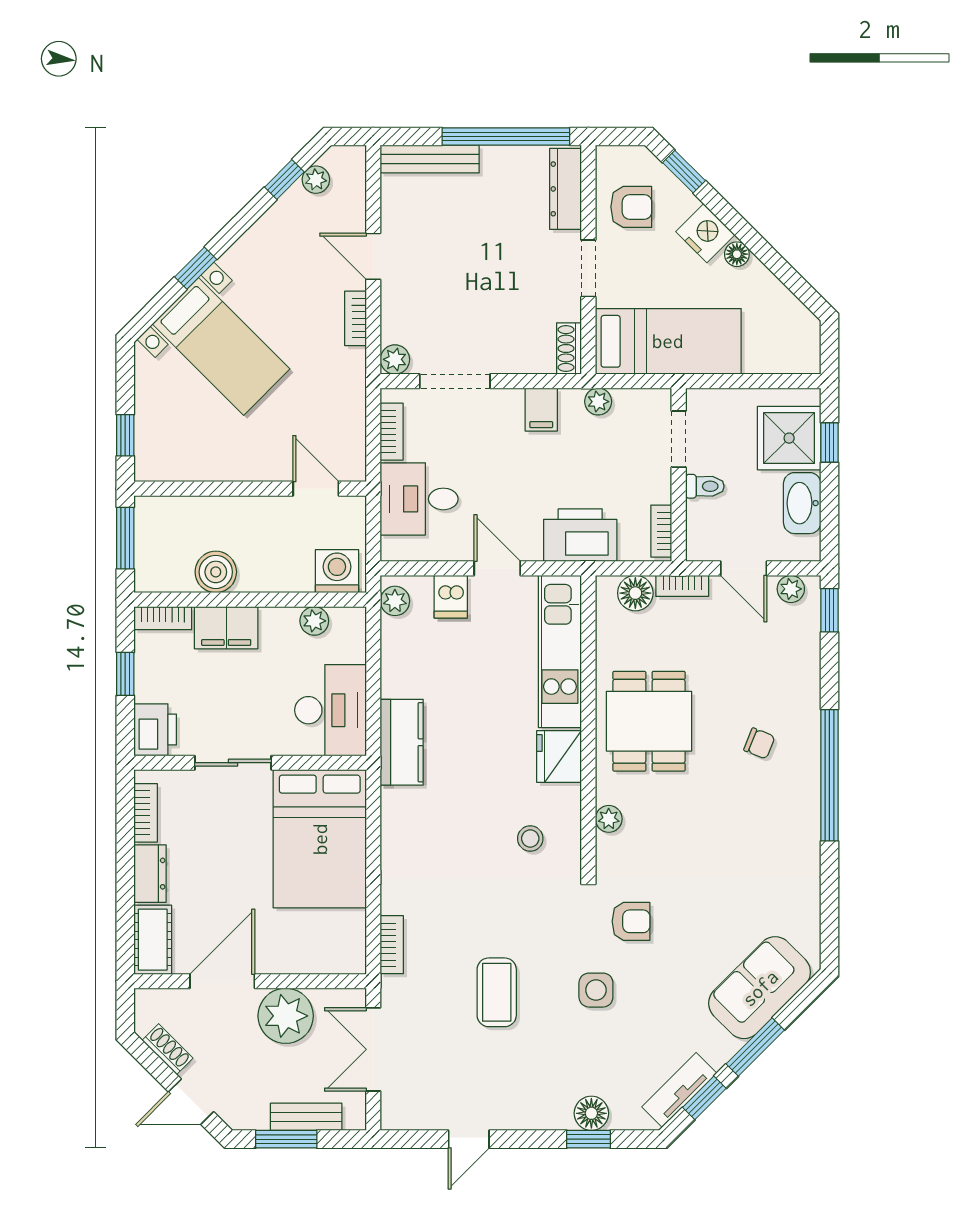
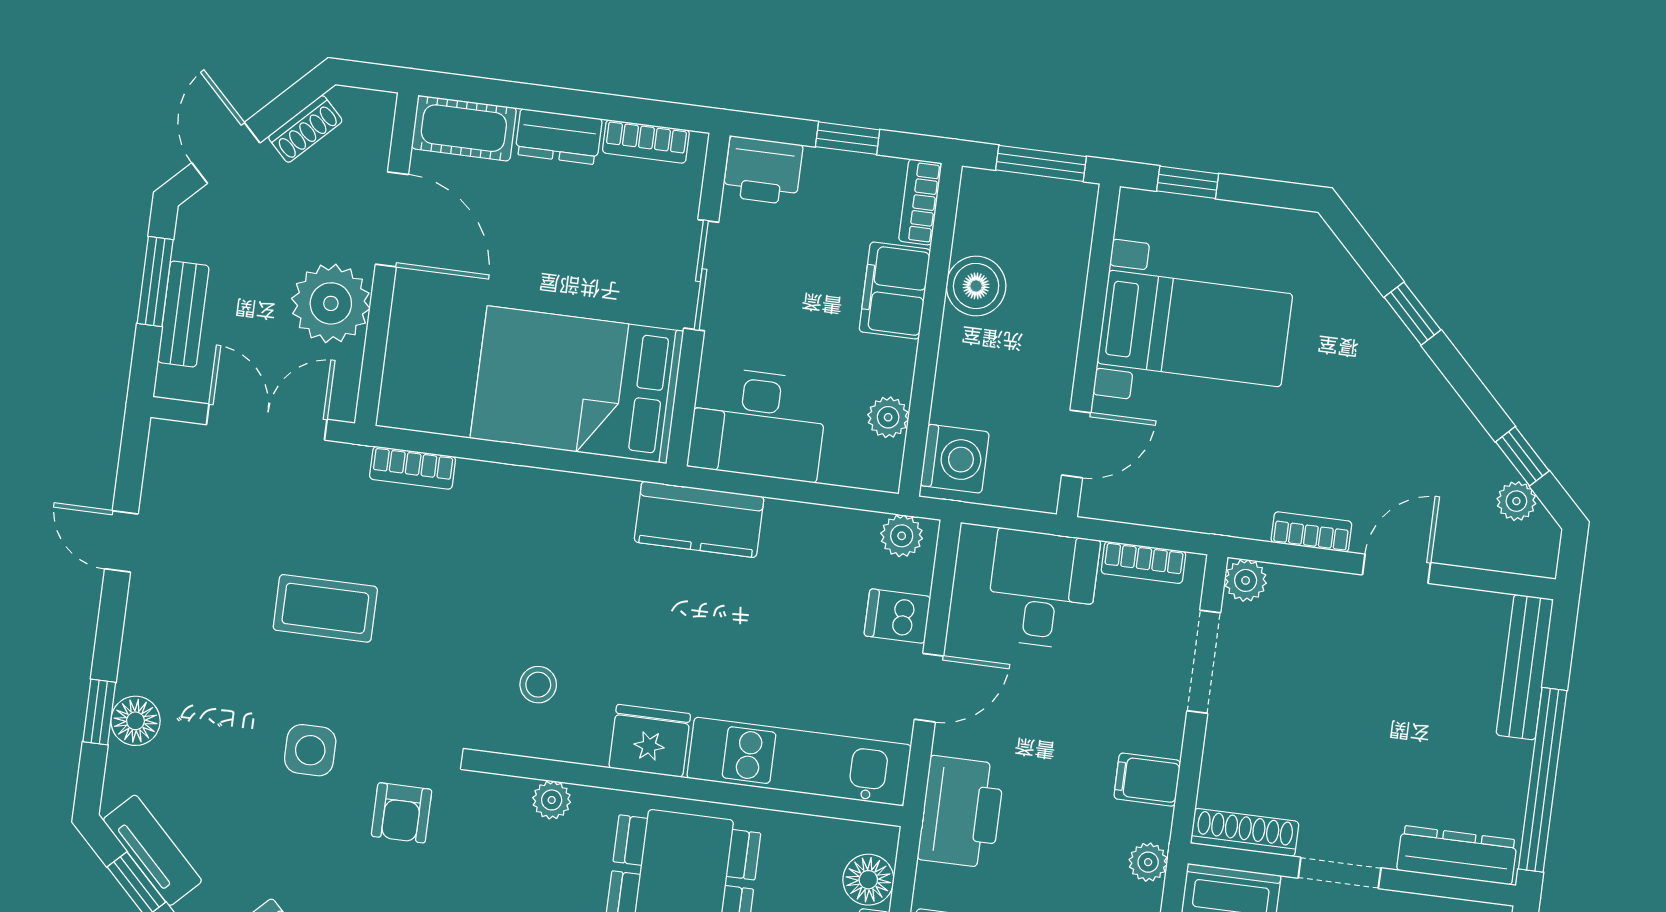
bed with nightstands: (221, 346) -> (1195, 329), moved, turned -135
shoe rack: (569, 348) -> (1245, 832), width x1.43

